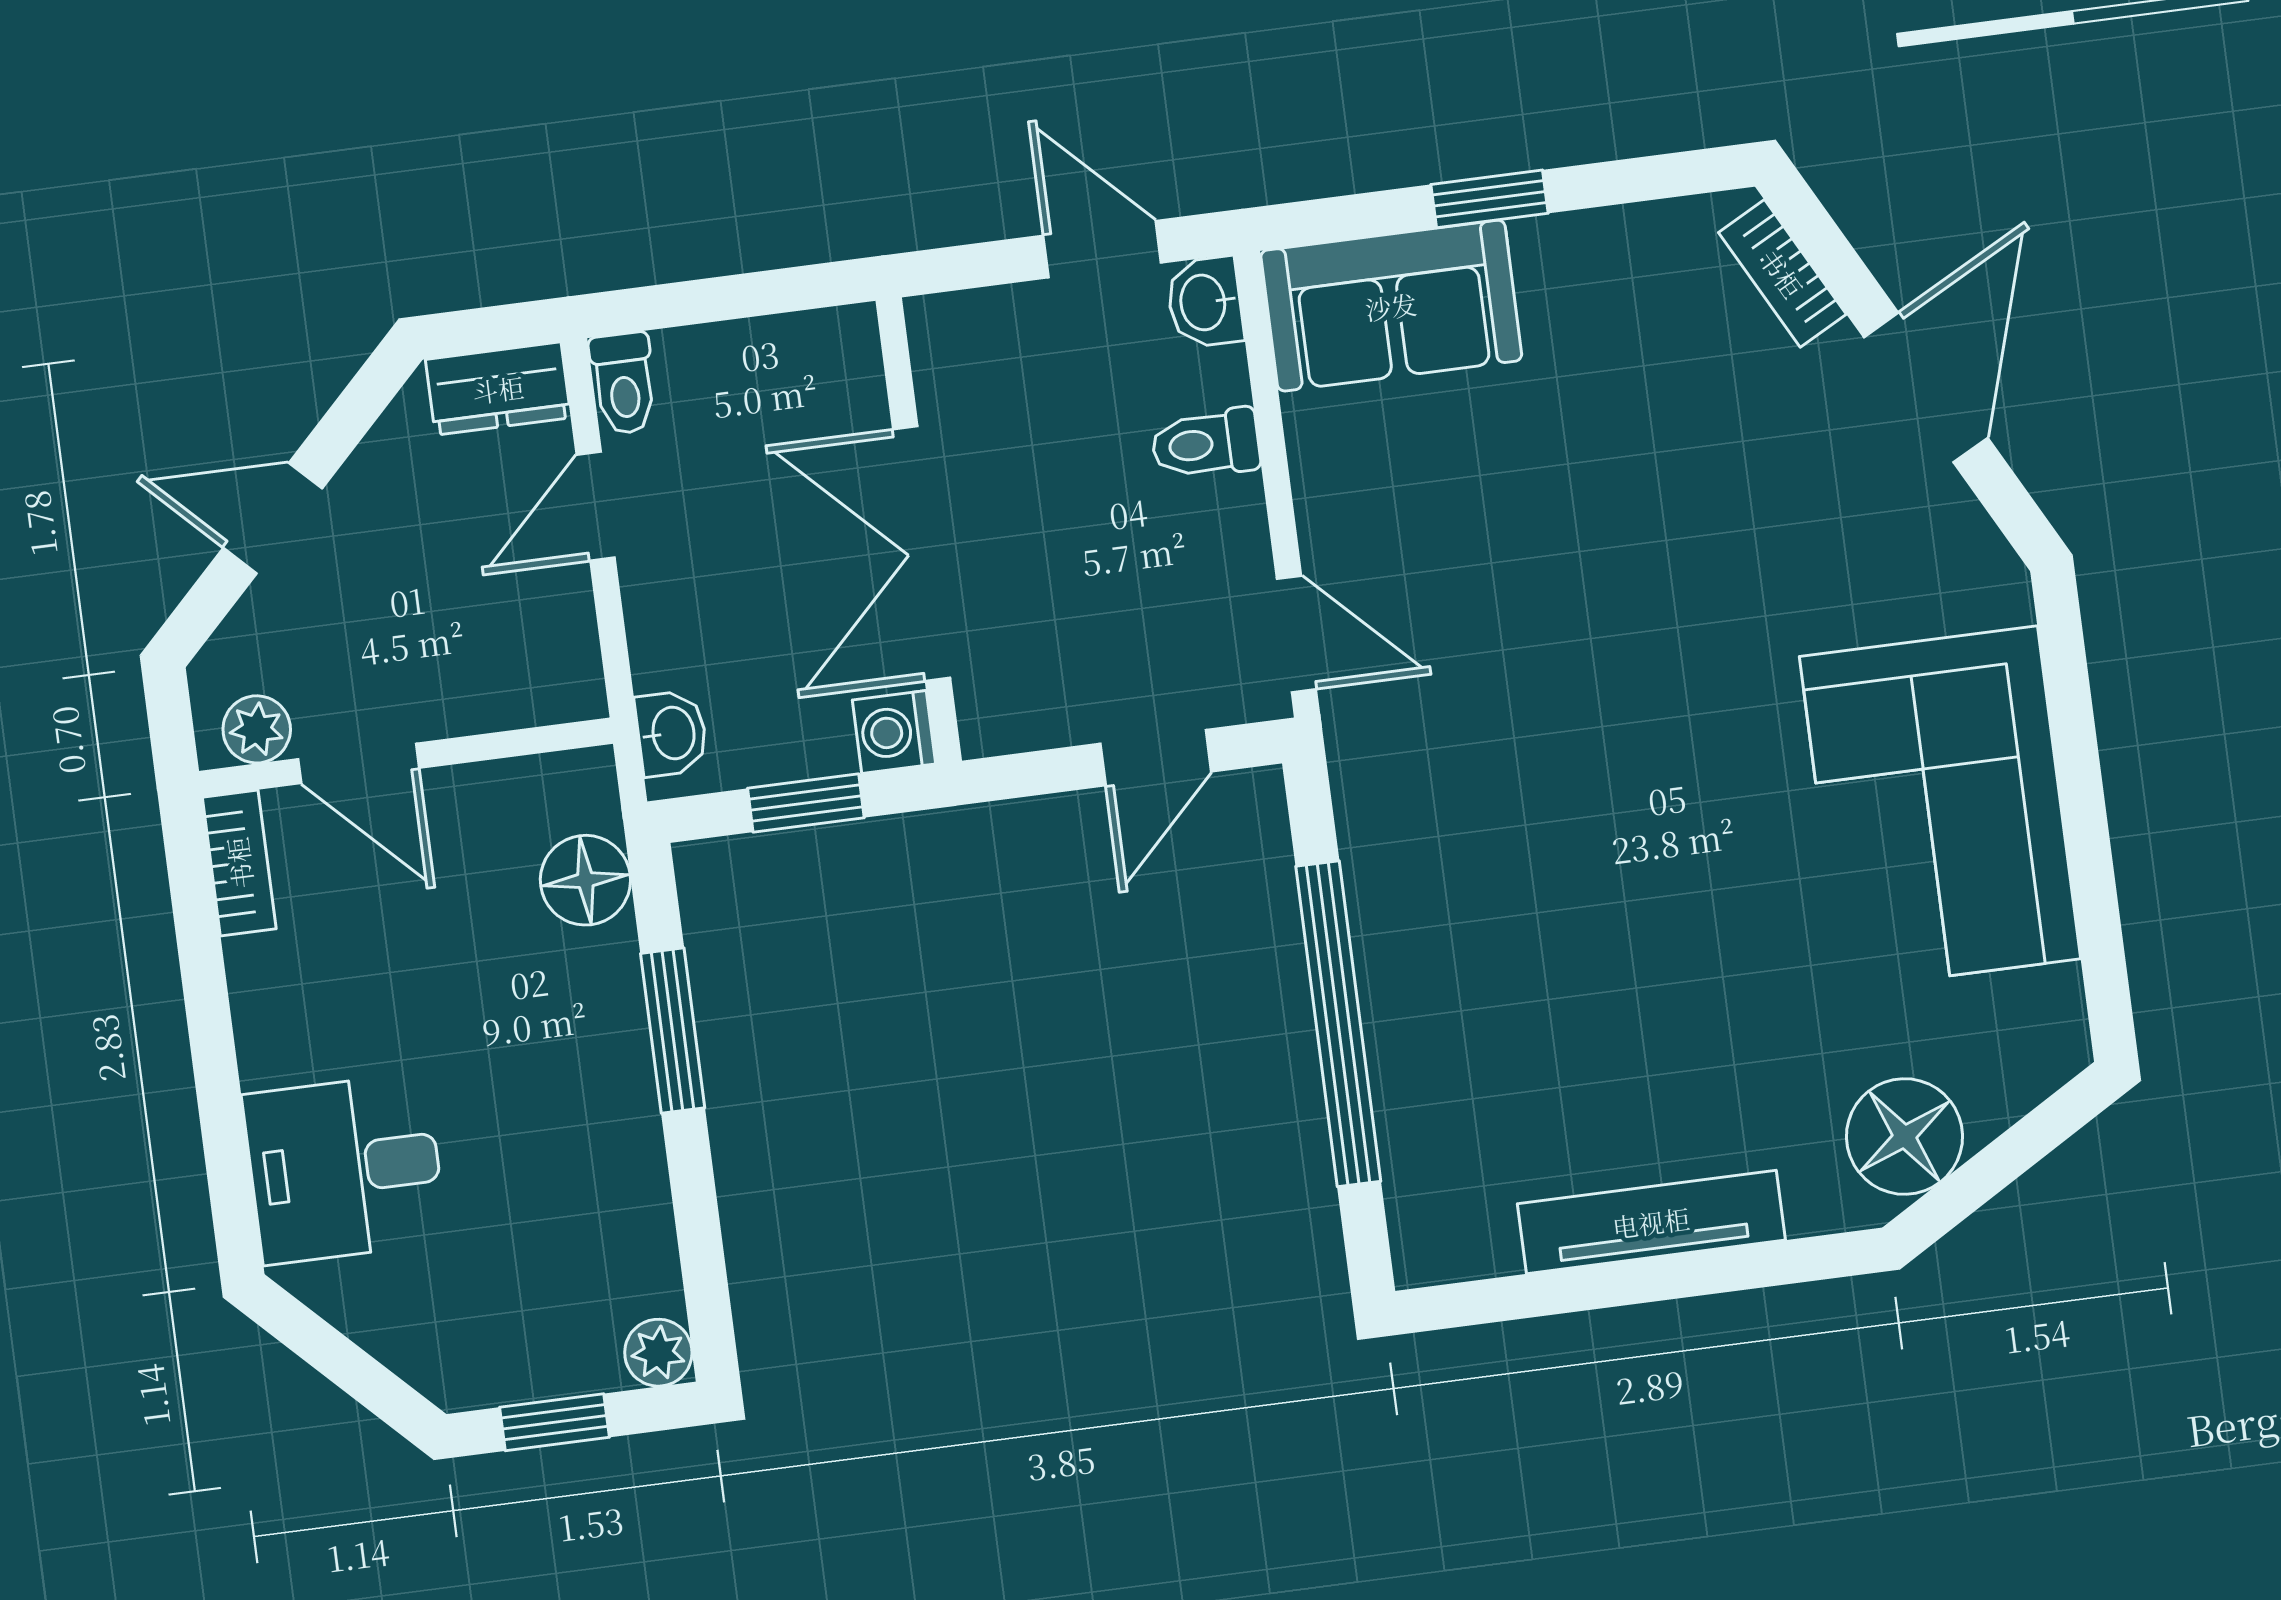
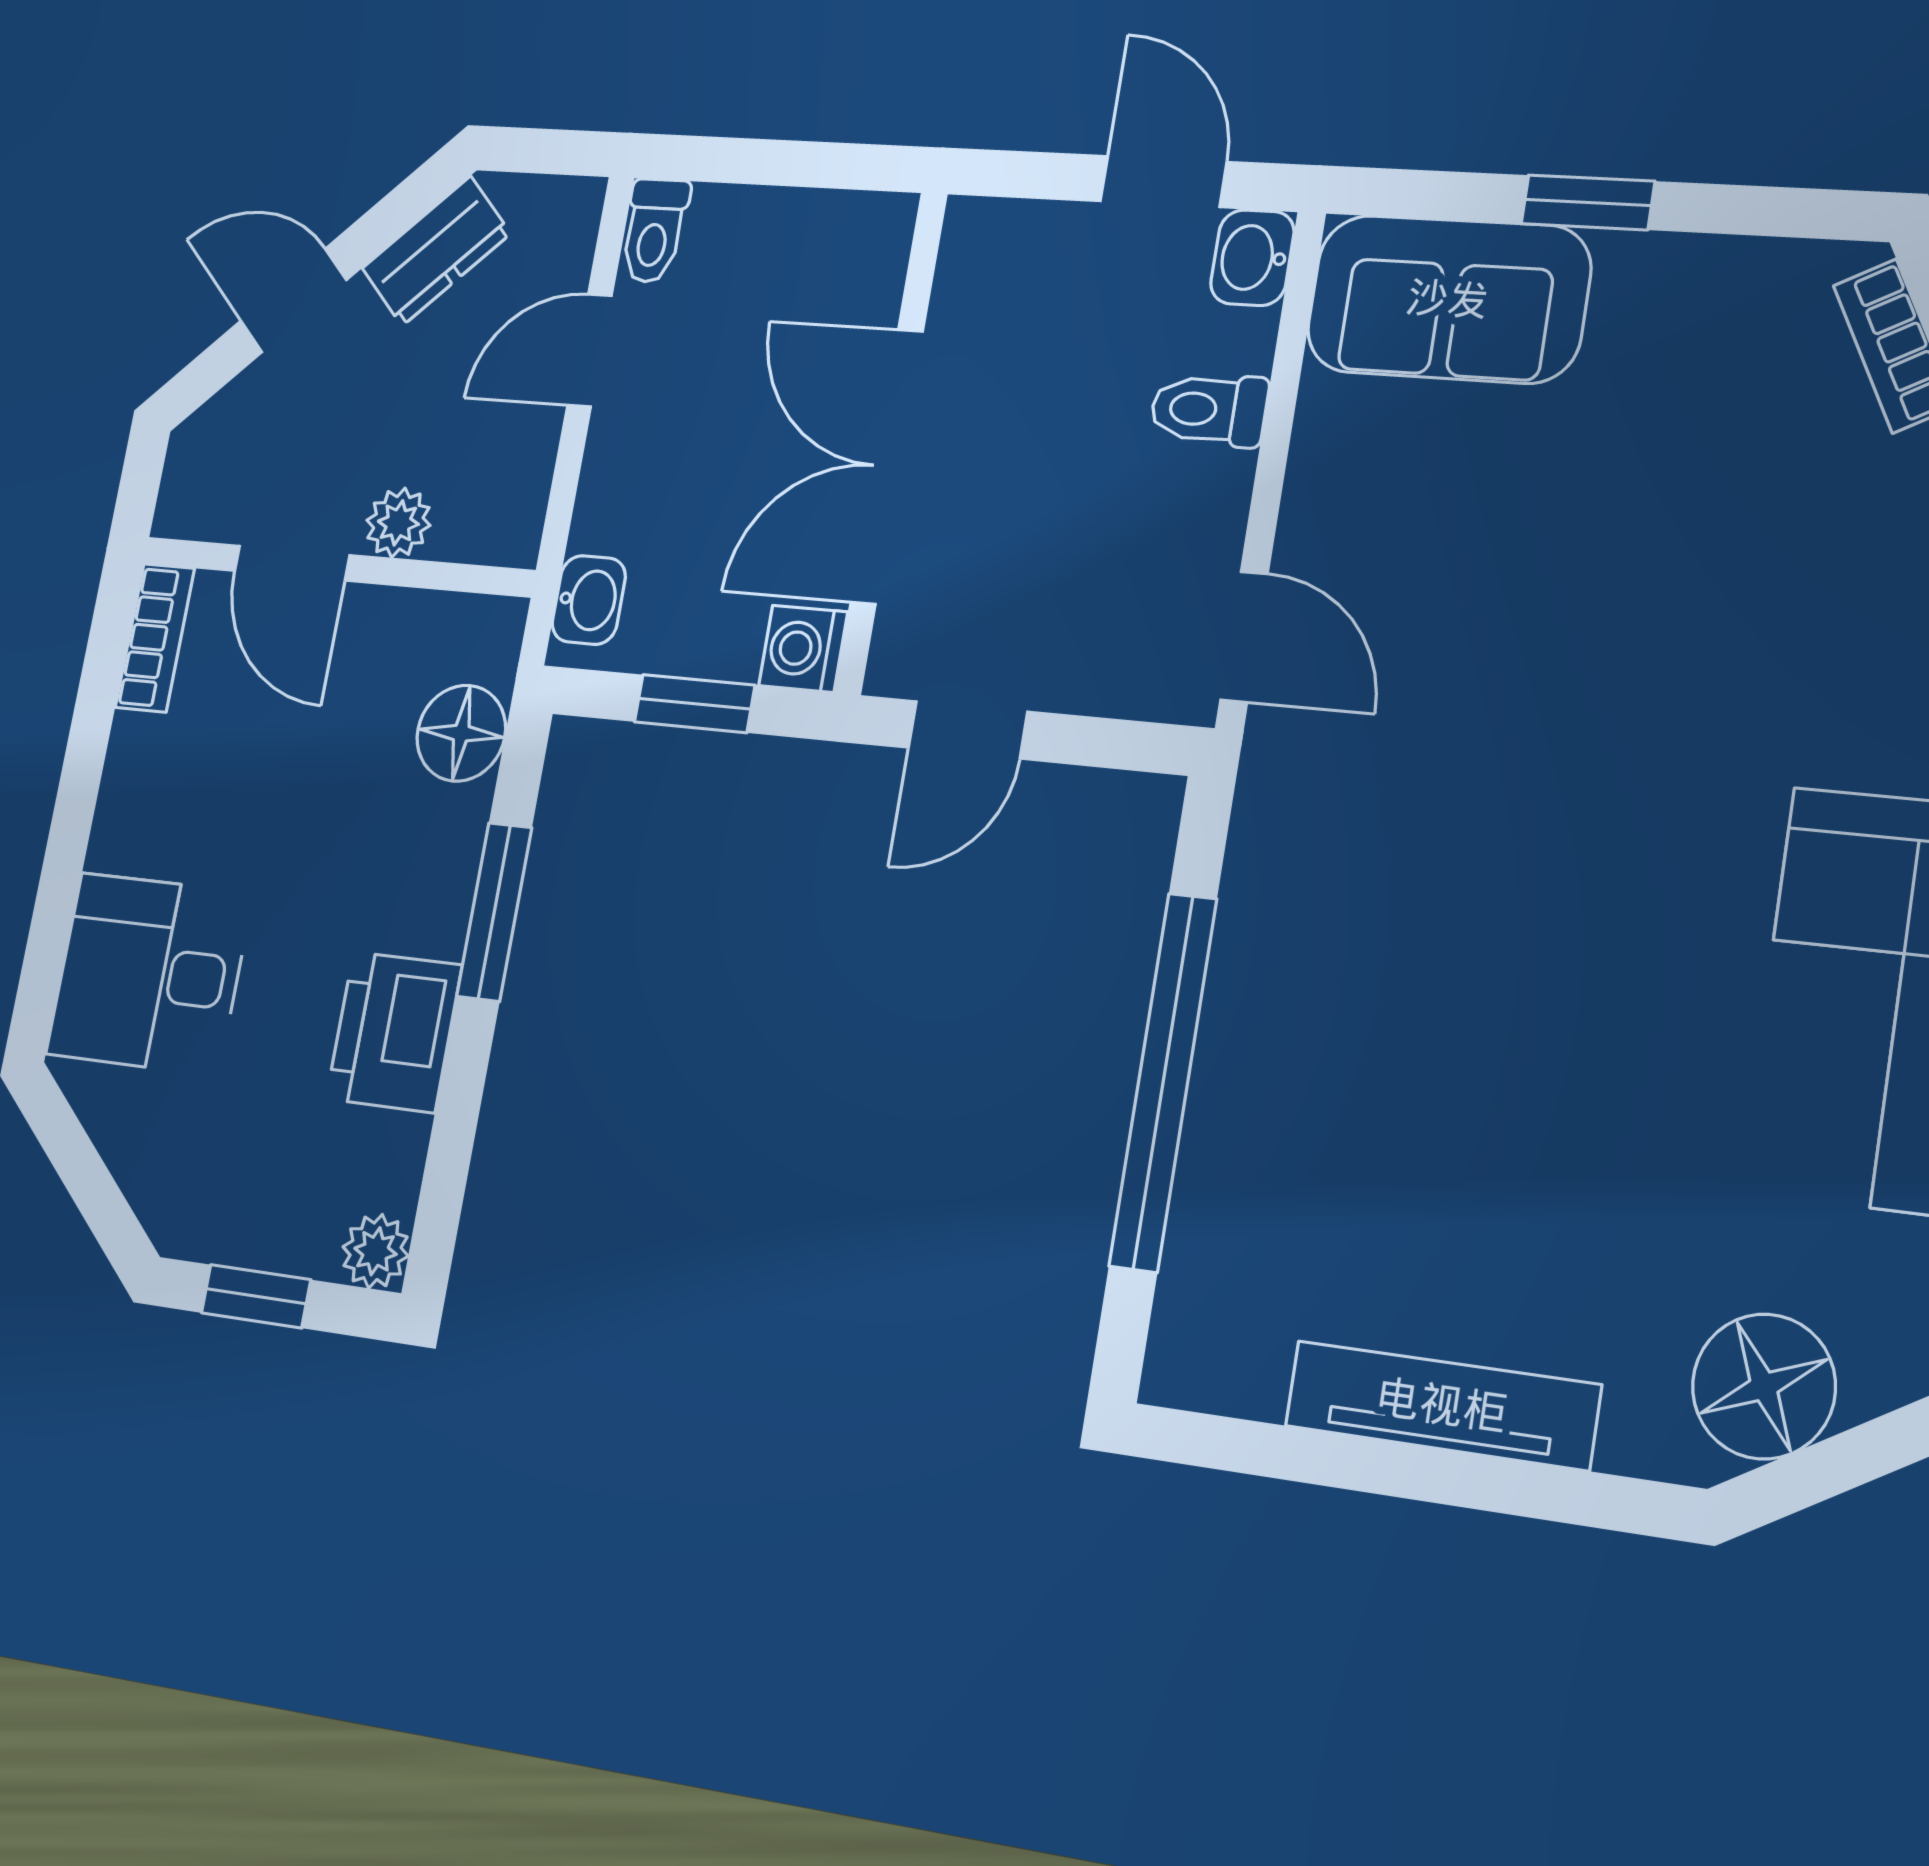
dresser: (498, 389) -> (436, 251), moved, turned -45
plant: (257, 729) -> (398, 523), moved
door: (1156, 758) -> (968, 730), moved
printer: (610, 1159) -> (394, 1032), added

